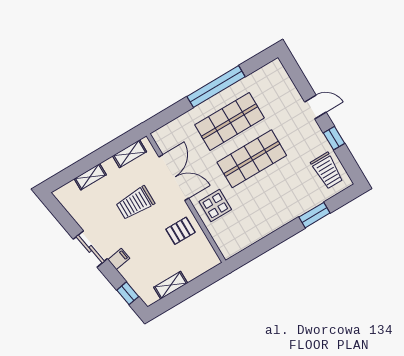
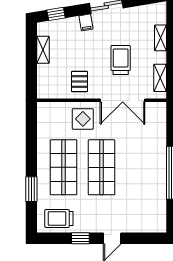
shop shelf: (230, 121) -> (64, 167), moved

